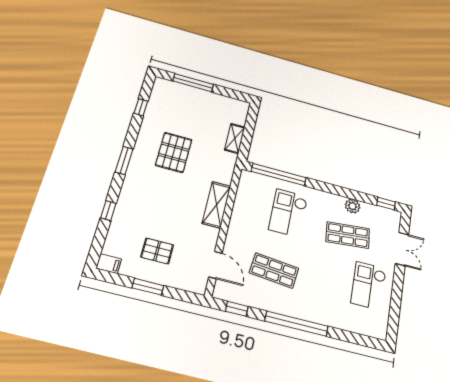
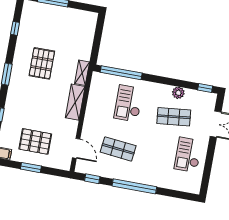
shelving: (235, 139) -> (82, 73), moved
pallet: (157, 251) -> (35, 141), width x1.50, depth x1.42

